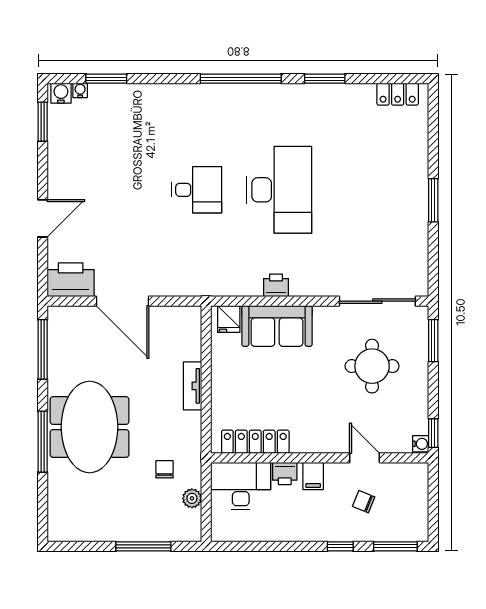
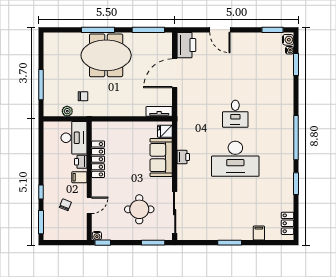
filing cabinet: (416, 147) -> (259, 233), added
tv unit: (192, 386) -> (159, 111), moved
locker: (255, 442) -> (98, 159), moved

